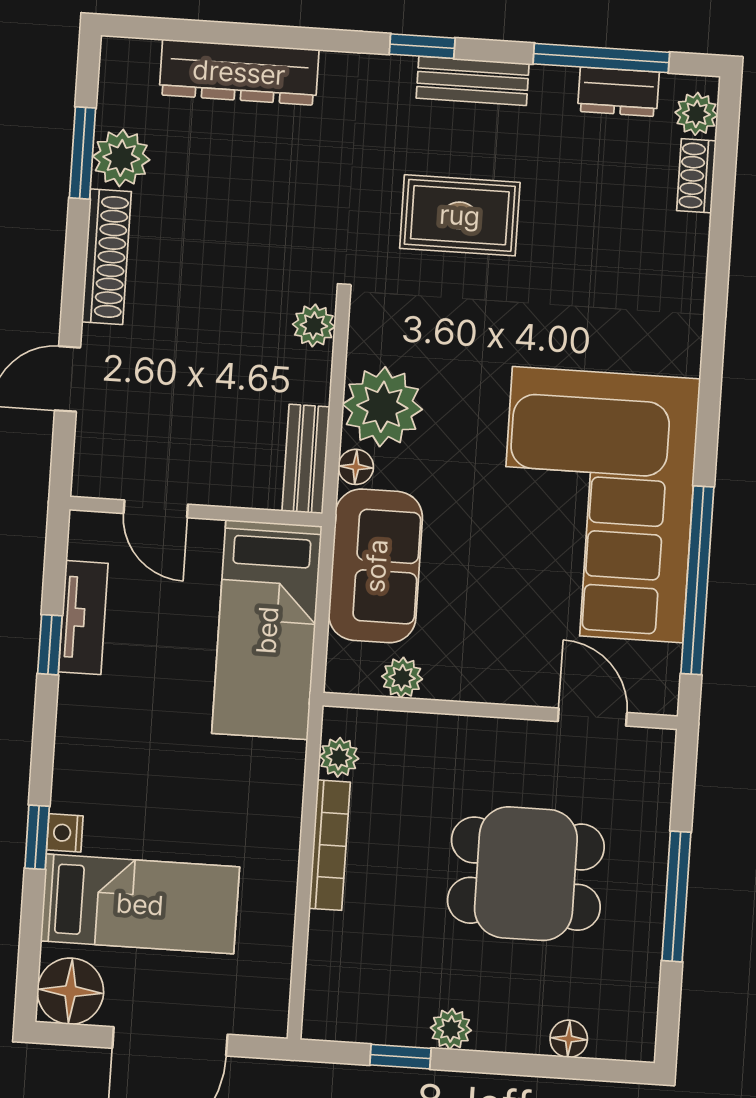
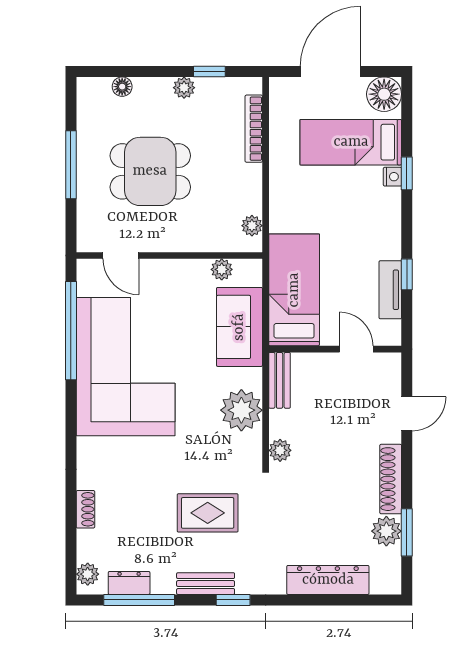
shoe rack: (696, 176) -> (85, 509), moved
floor lamp: (356, 467) -> (253, 378), removed
bookcase: (330, 845) -> (254, 129), moved

